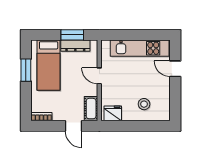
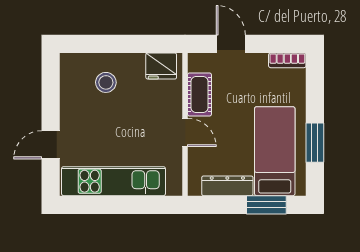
window: (72, 35) -> (266, 205), moved
door: (175, 69) -> (51, 145), swing flipped
cot: (91, 109) -> (200, 95), moved

